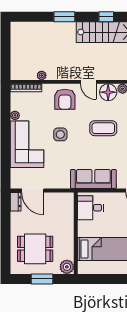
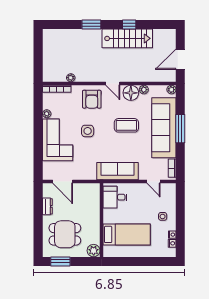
dresser: (16, 202) -> (47, 206), moved
window: (42, 279) -> (60, 261), moved

